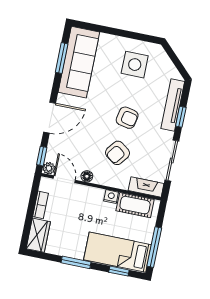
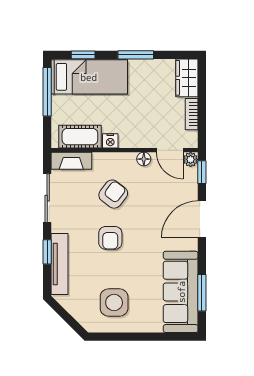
armchair: (127, 118) -> (110, 238), turned -102

